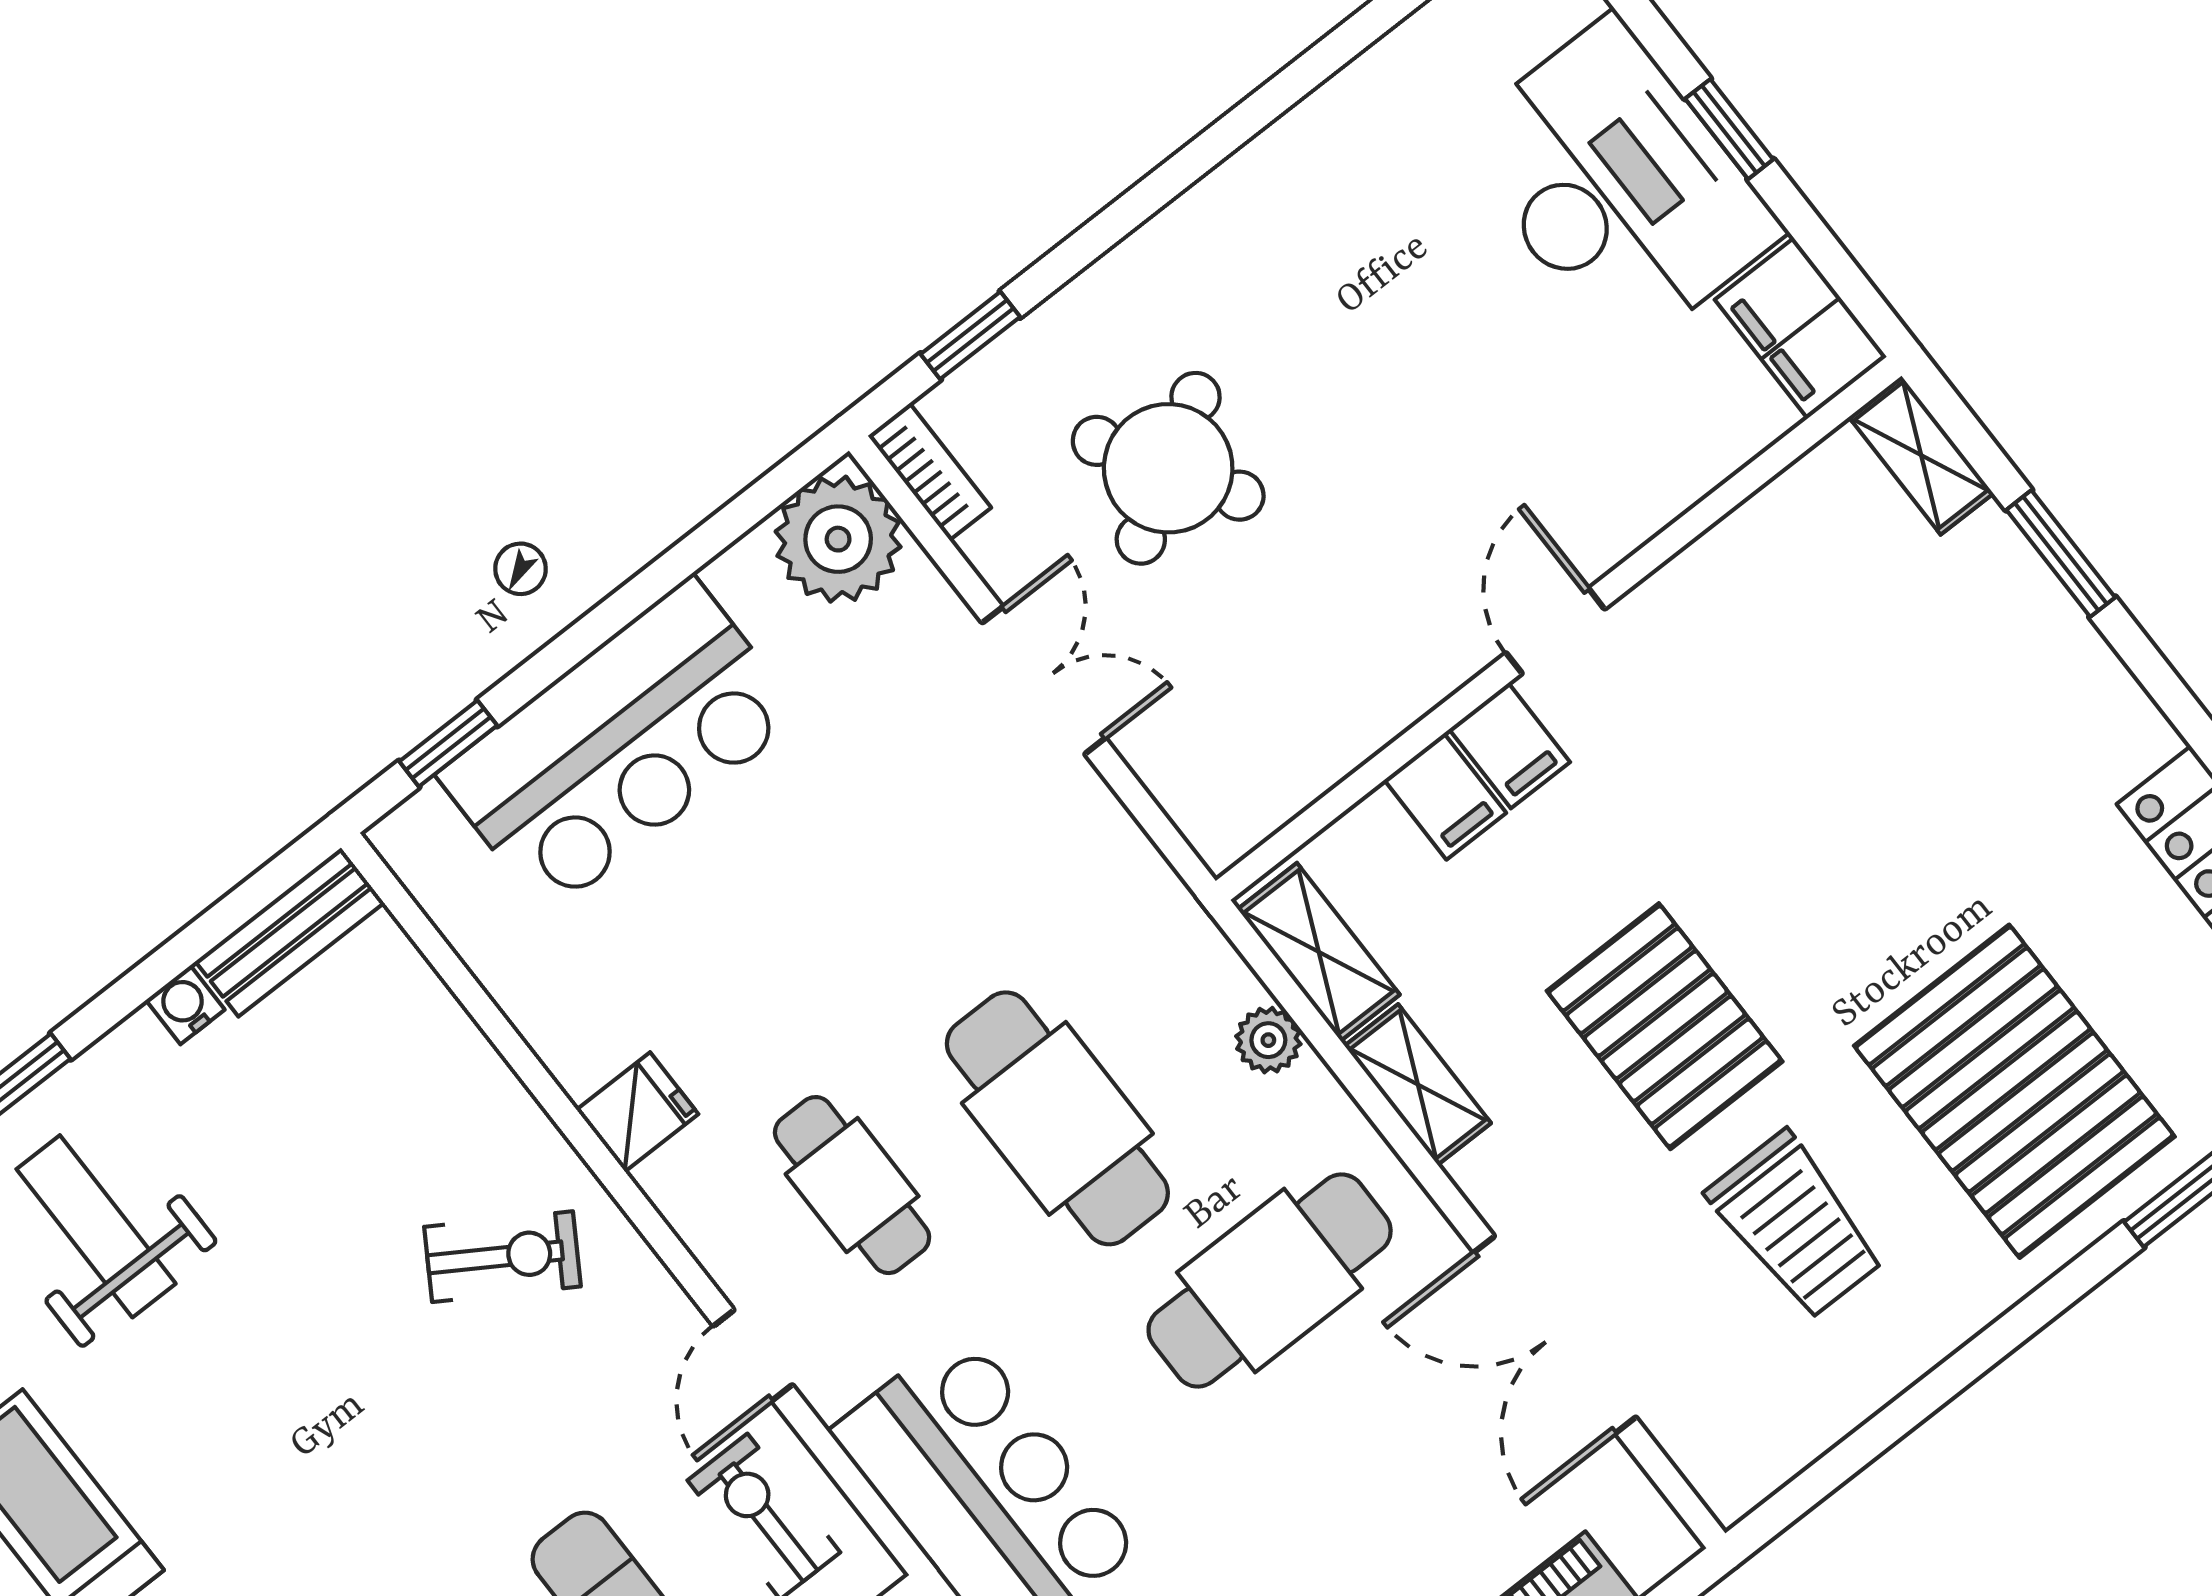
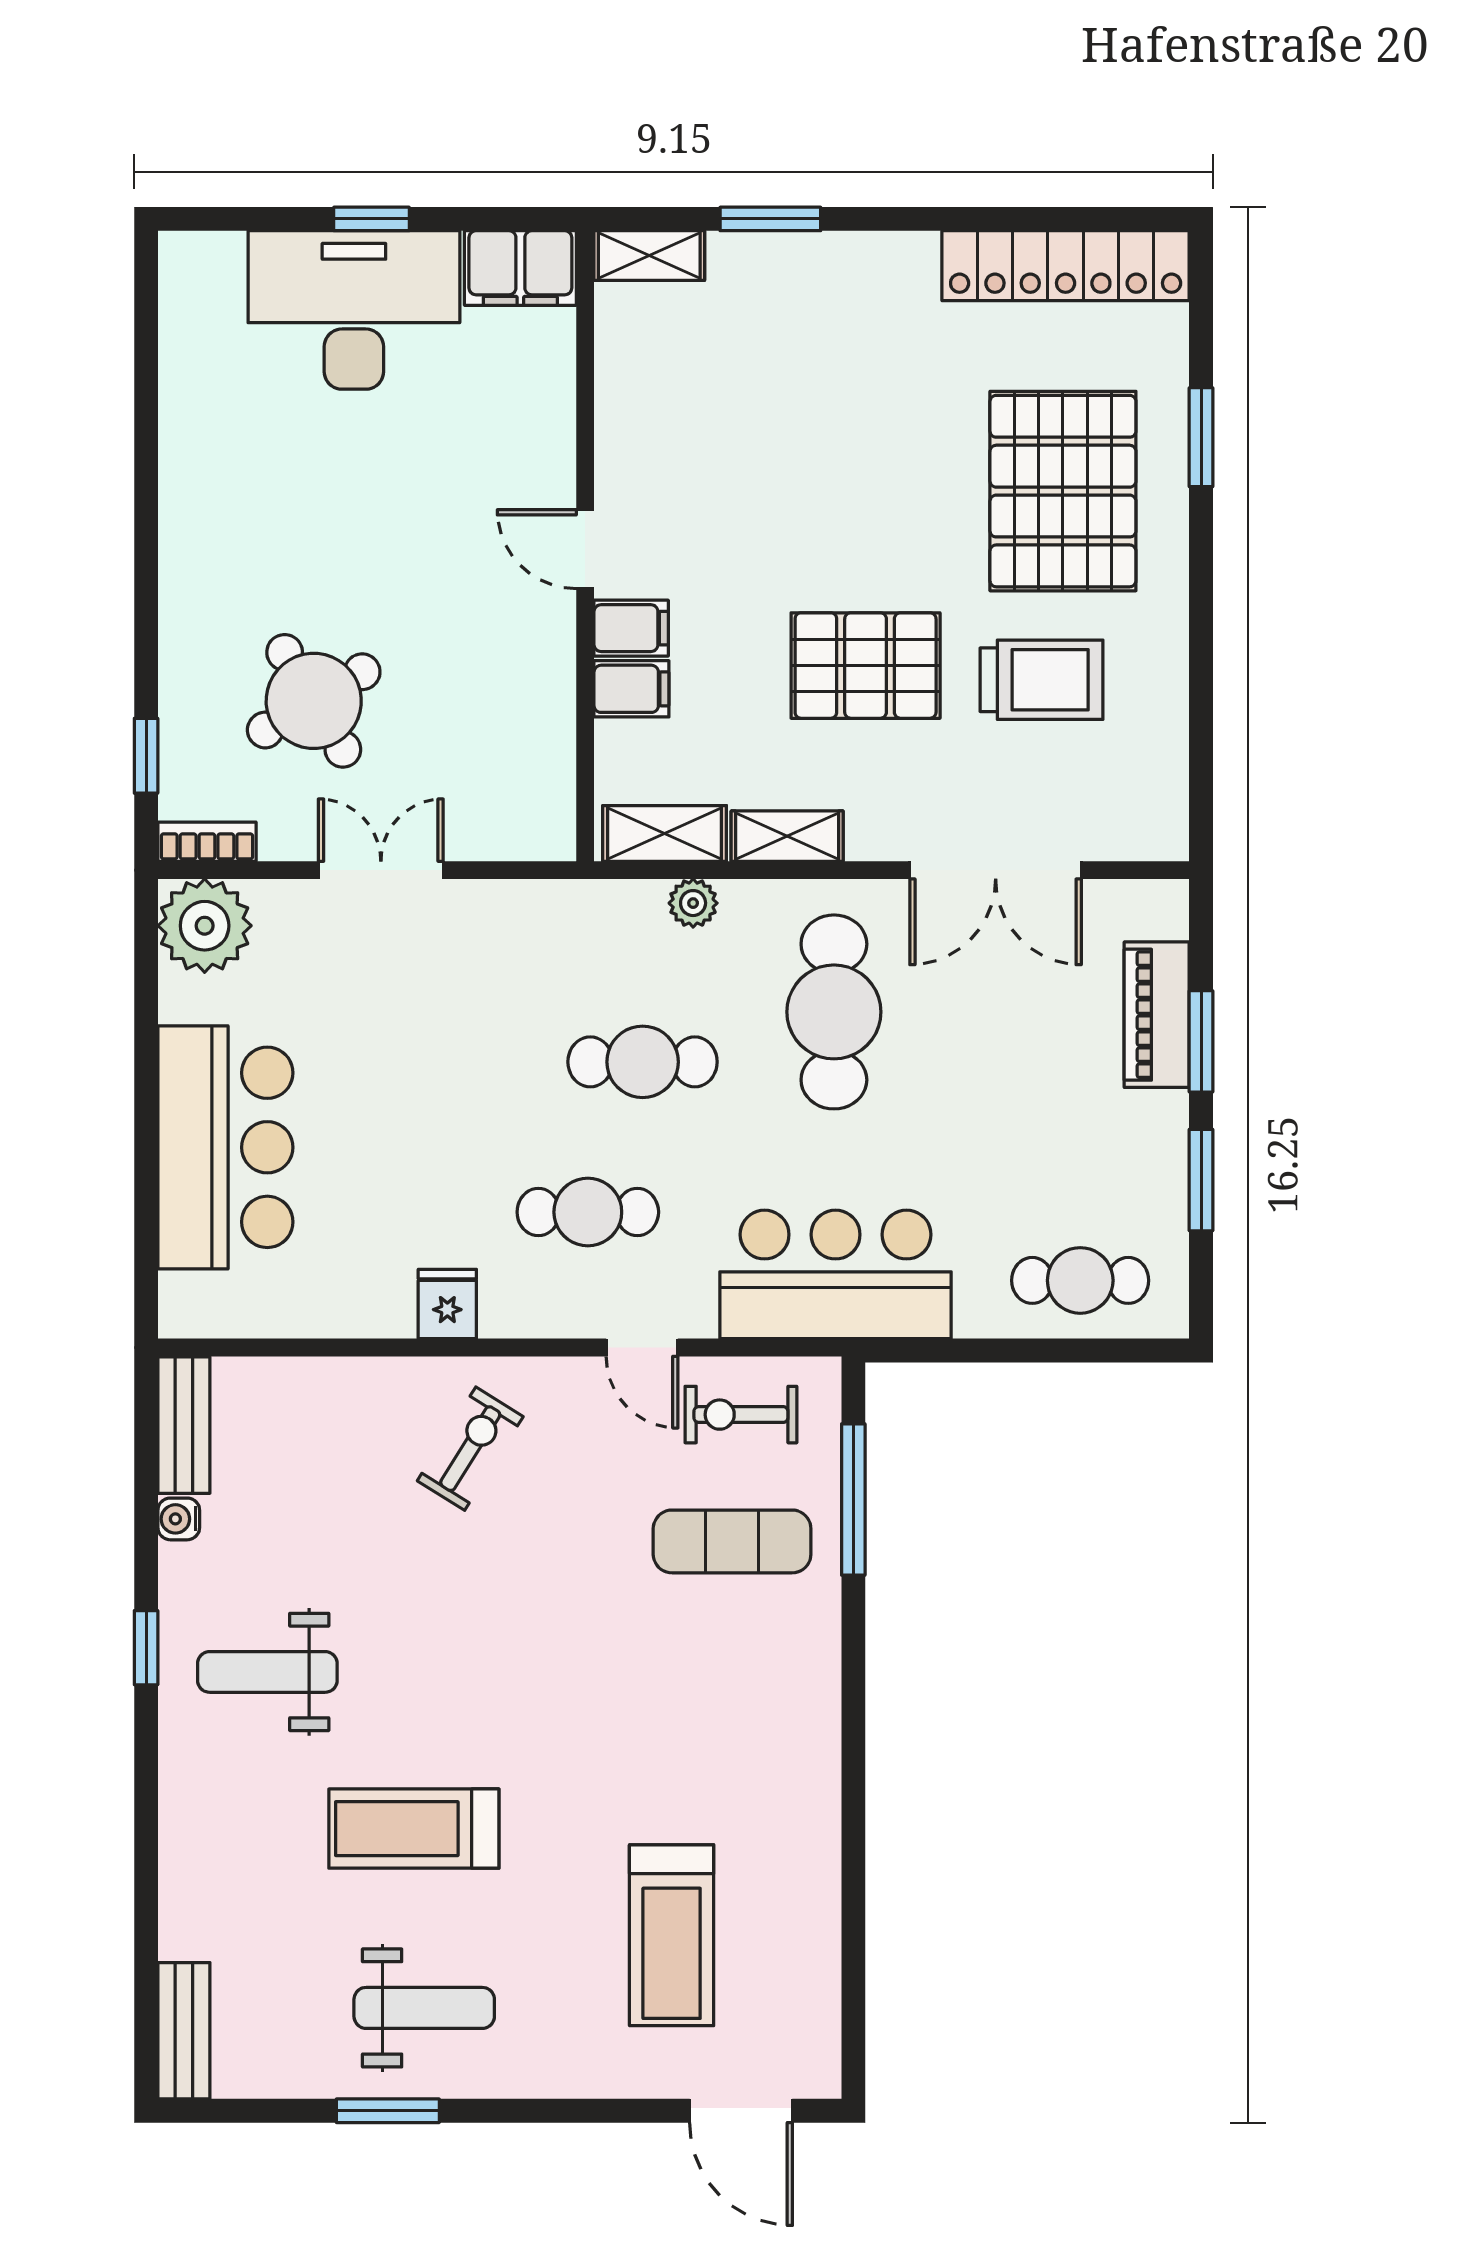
window: (448, 743) -> (146, 1246), removed
pallet: (2014, 1091) -> (1063, 491), turned 90
cafe table: (1057, 1118) -> (643, 1062), width x0.73, depth x0.74

